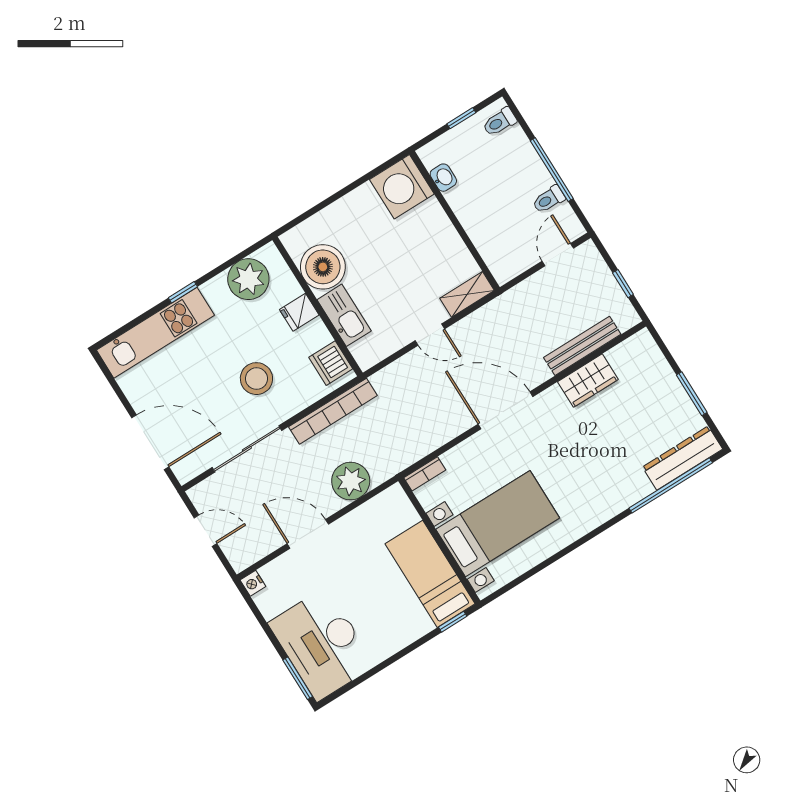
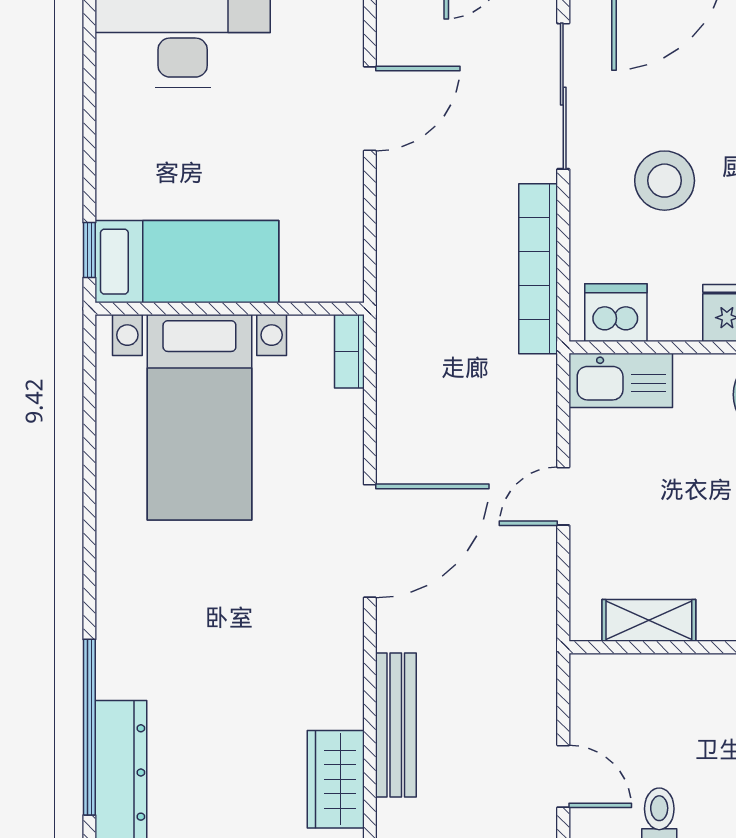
shelving: (467, 294) -> (649, 620), moved, turned 90
kitchen sink: (344, 315) -> (621, 380), moved
wardrobe: (588, 381) -> (336, 779), moved
plant: (351, 481) -> (411, 228), removed

